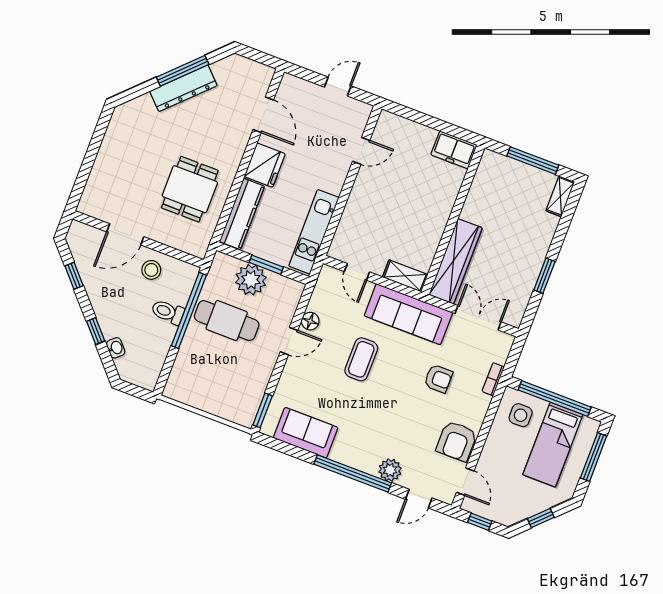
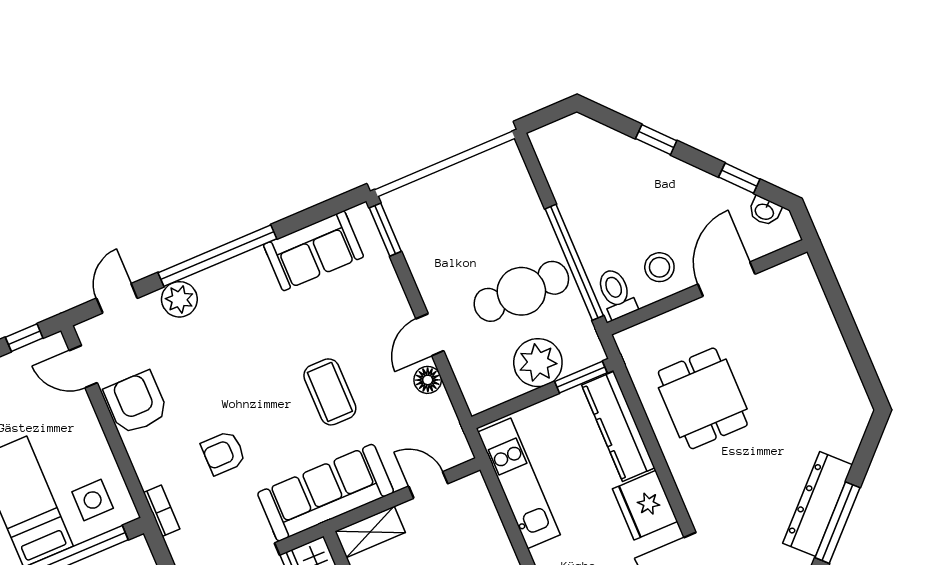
window: (266, 265) -> (581, 377), moved
toilet: (168, 312) -> (616, 293), moved, turned -90
washbasin: (116, 348) -> (765, 211), moved

